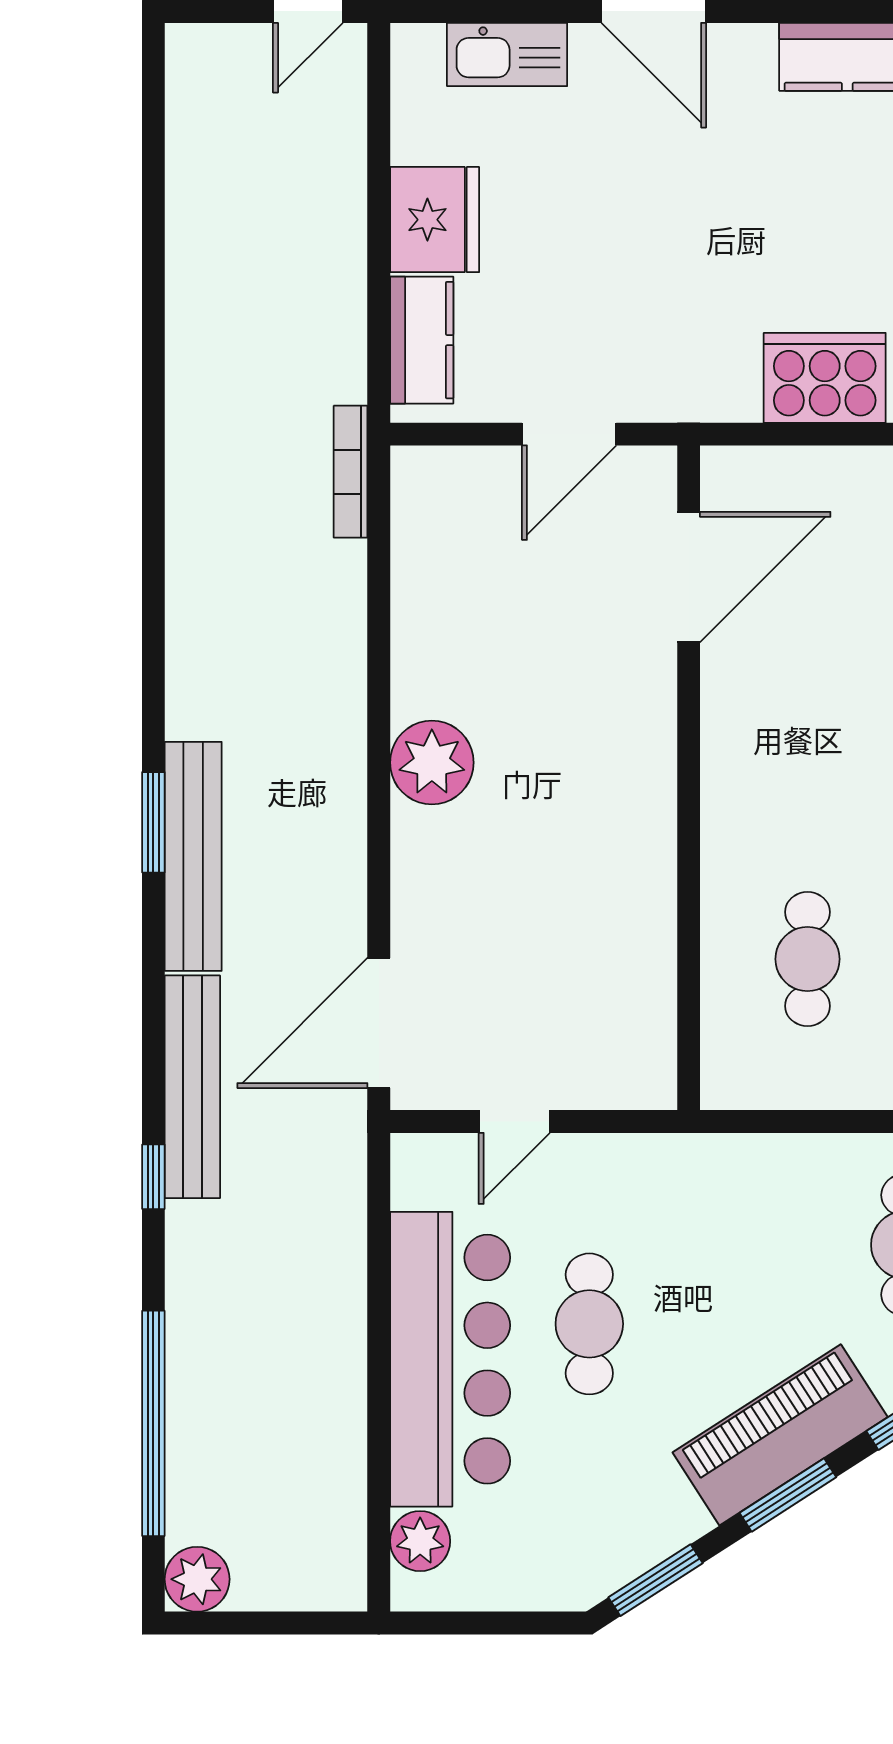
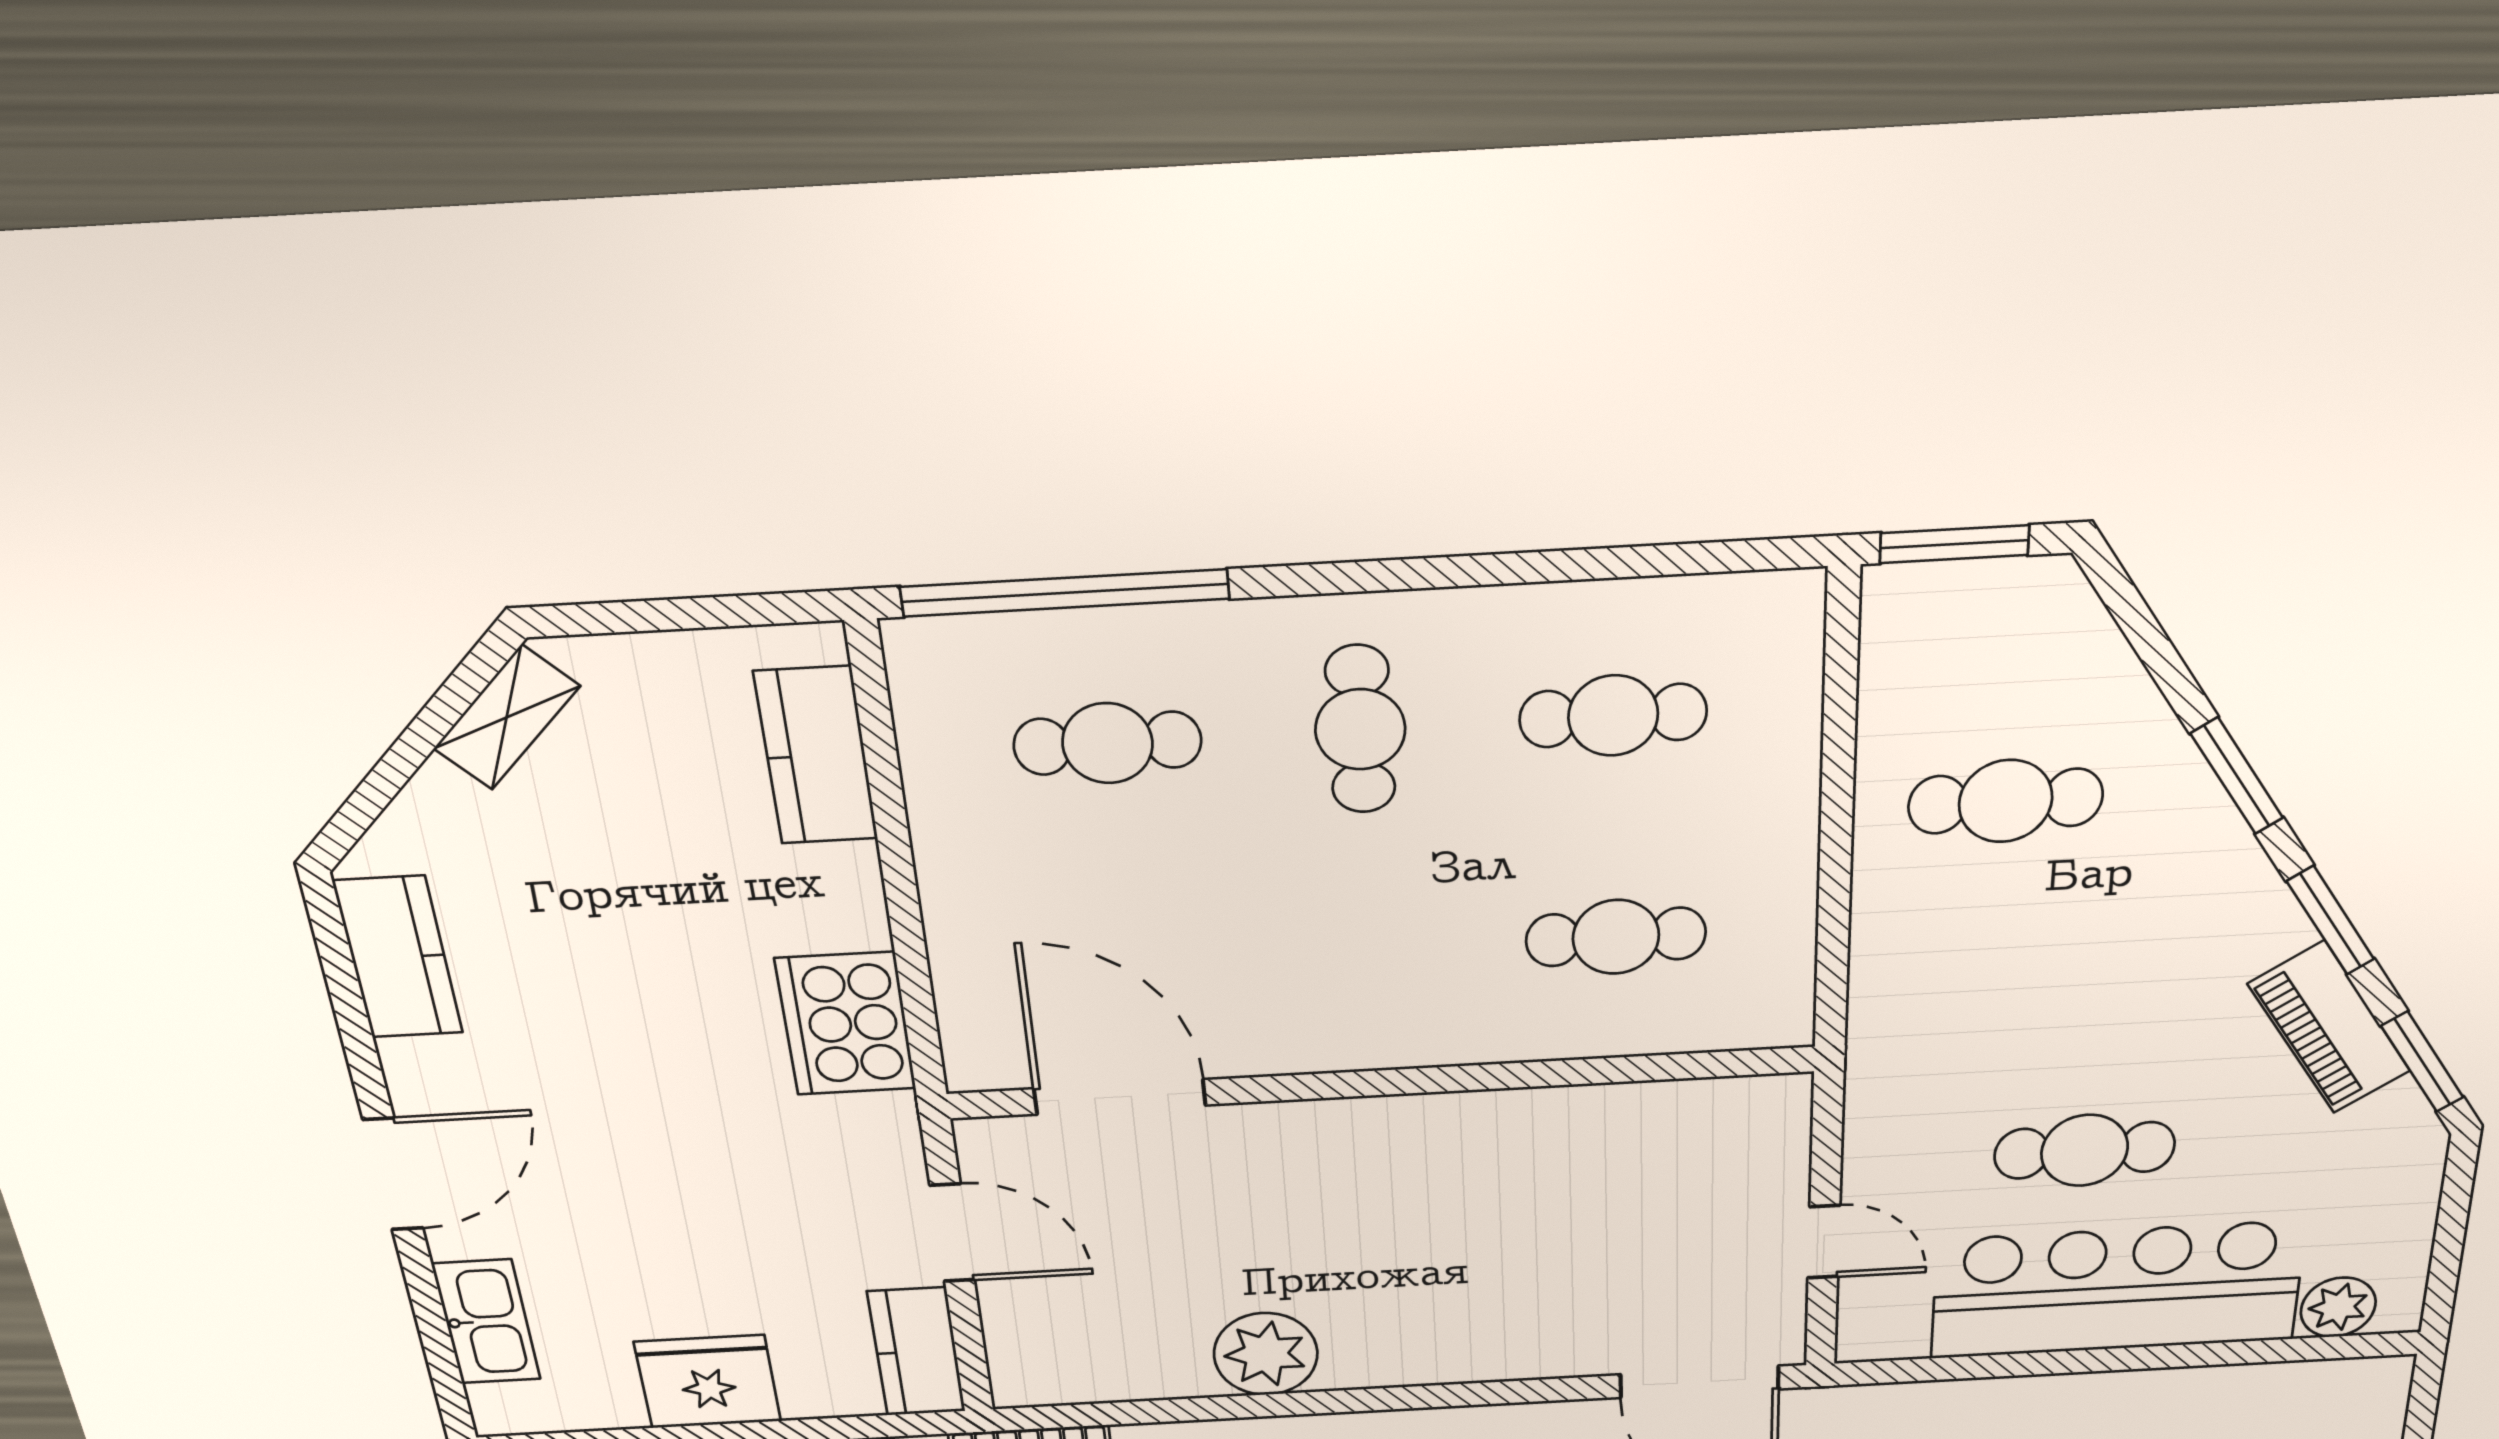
kitchen counter: (422, 340) -> (916, 1352), moved, turned -90
cooker: (825, 378) -> (846, 1024), moved
plant: (432, 763) -> (1266, 1354), moved
piano: (780, 1435) -> (2329, 1028), moved, width x0.73, depth x0.75

